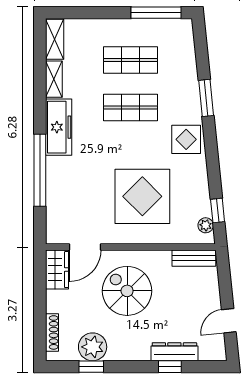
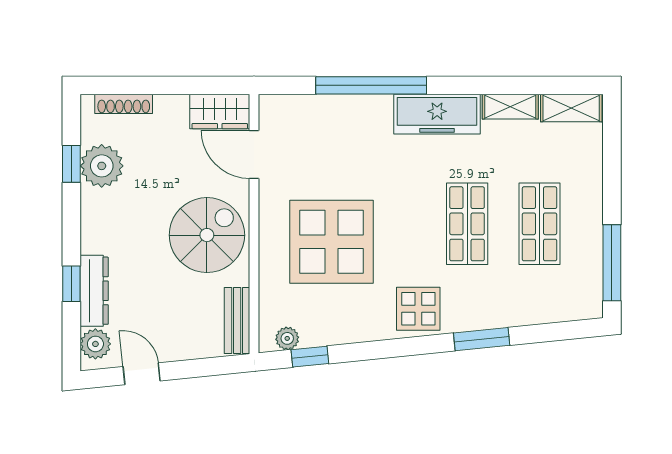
spiral stairs: (127, 291) -> (207, 235), moved
plant: (209, 351) -> (95, 344), added

